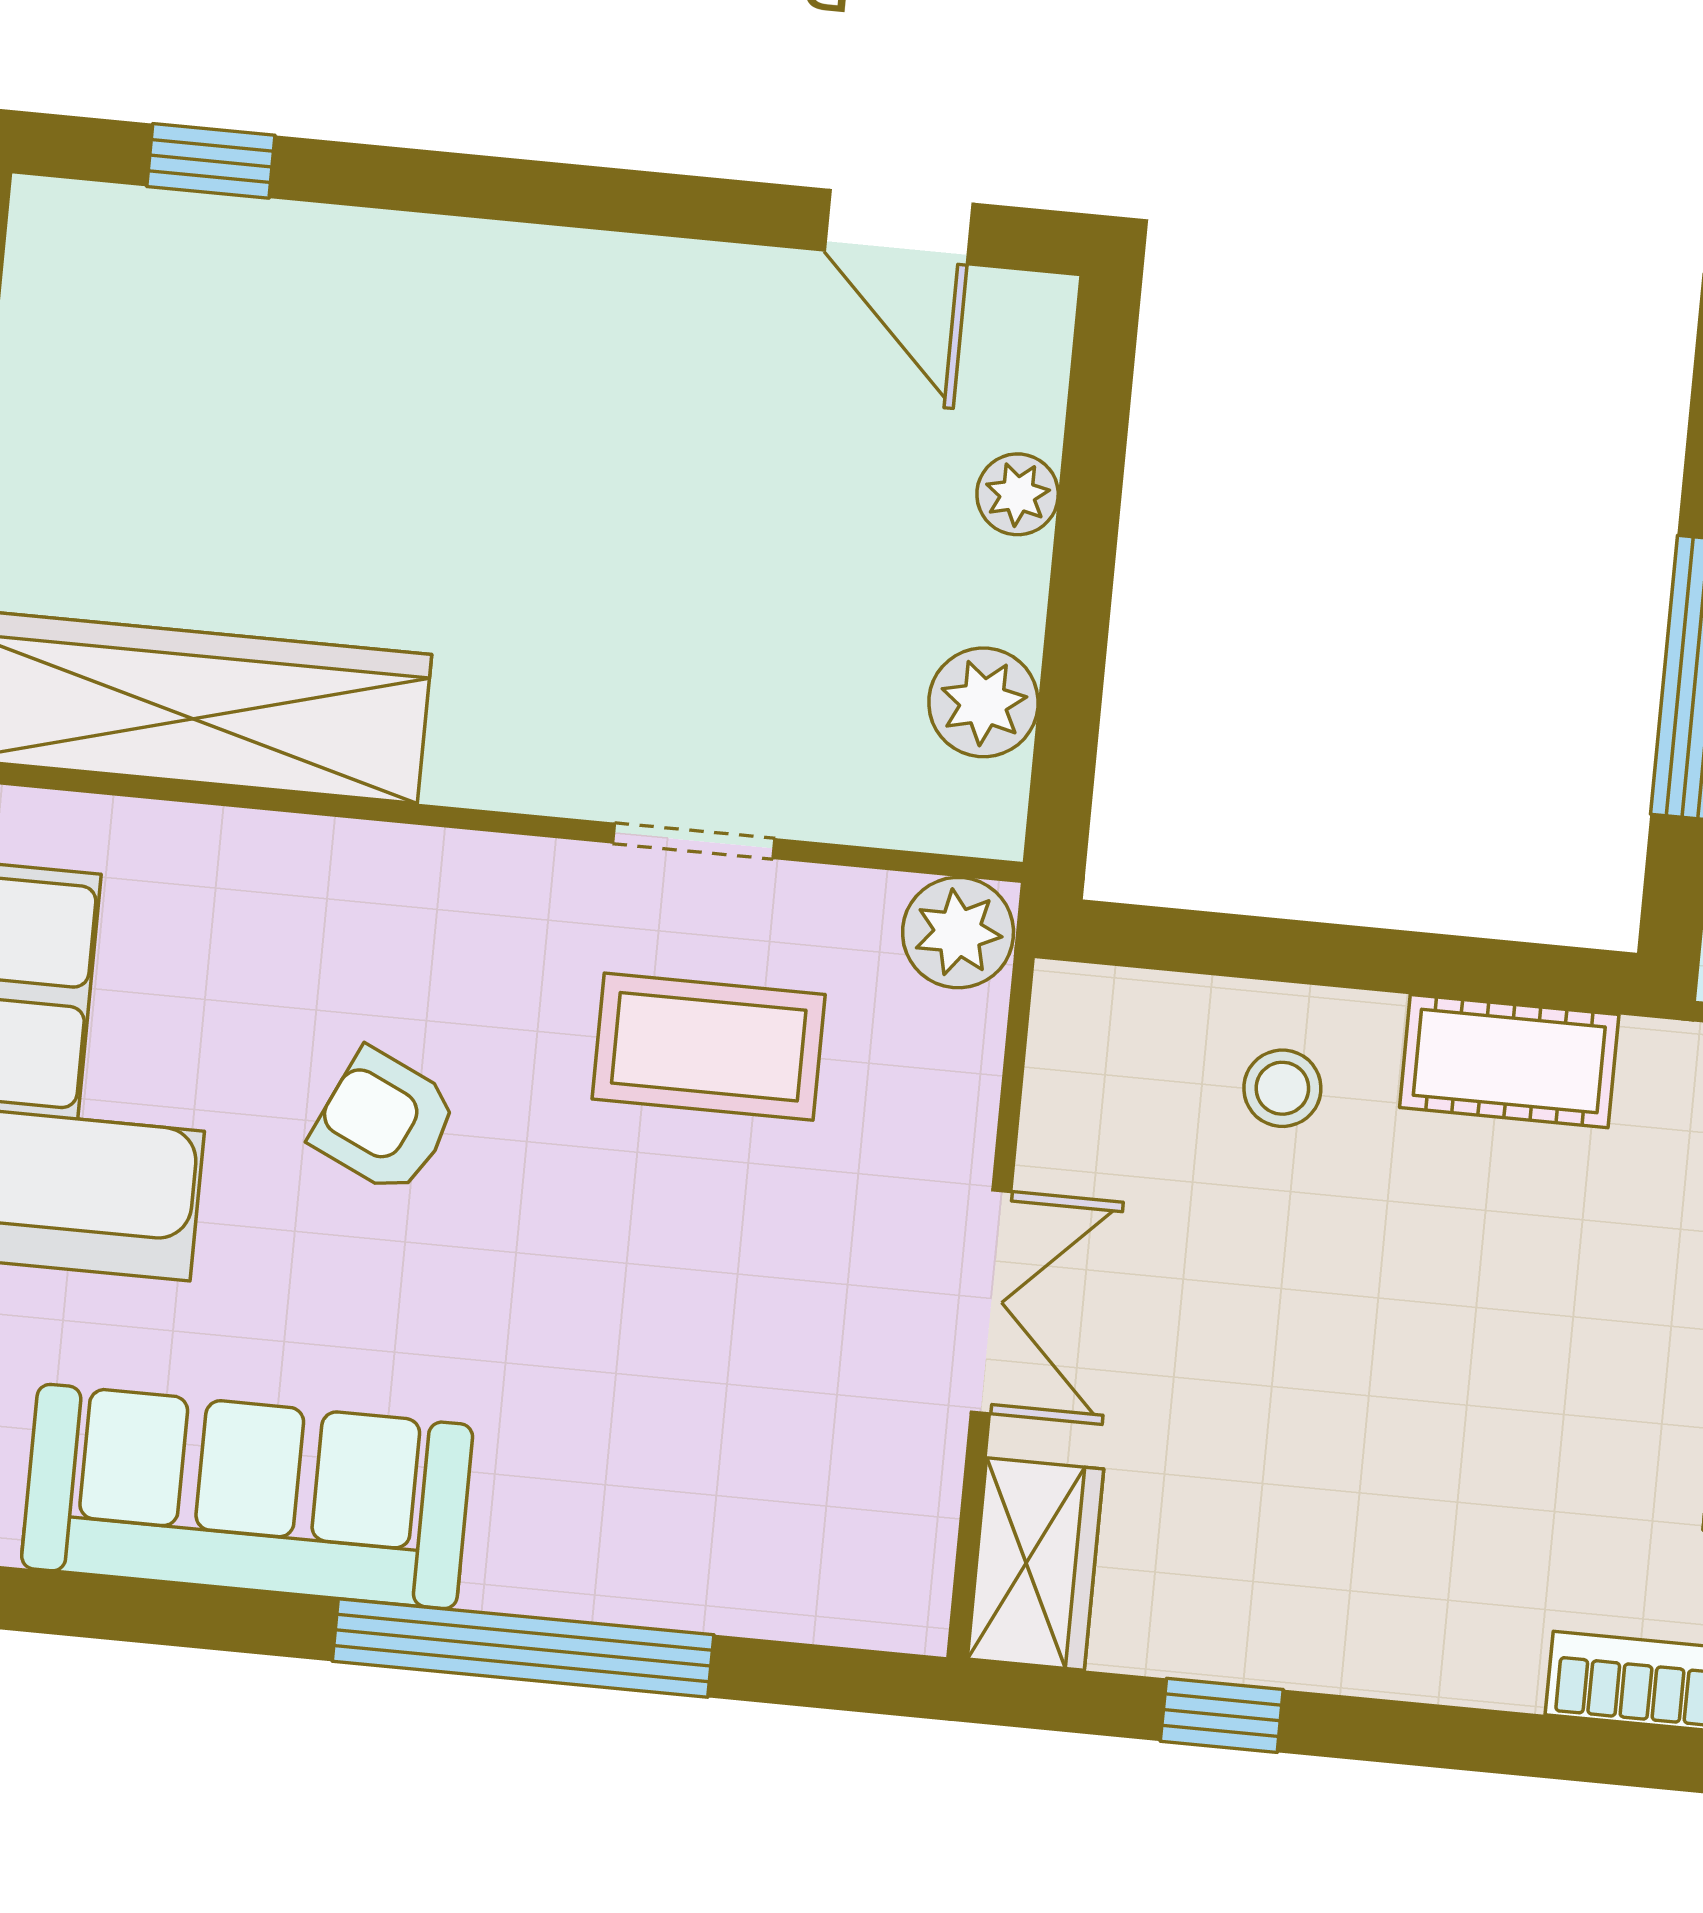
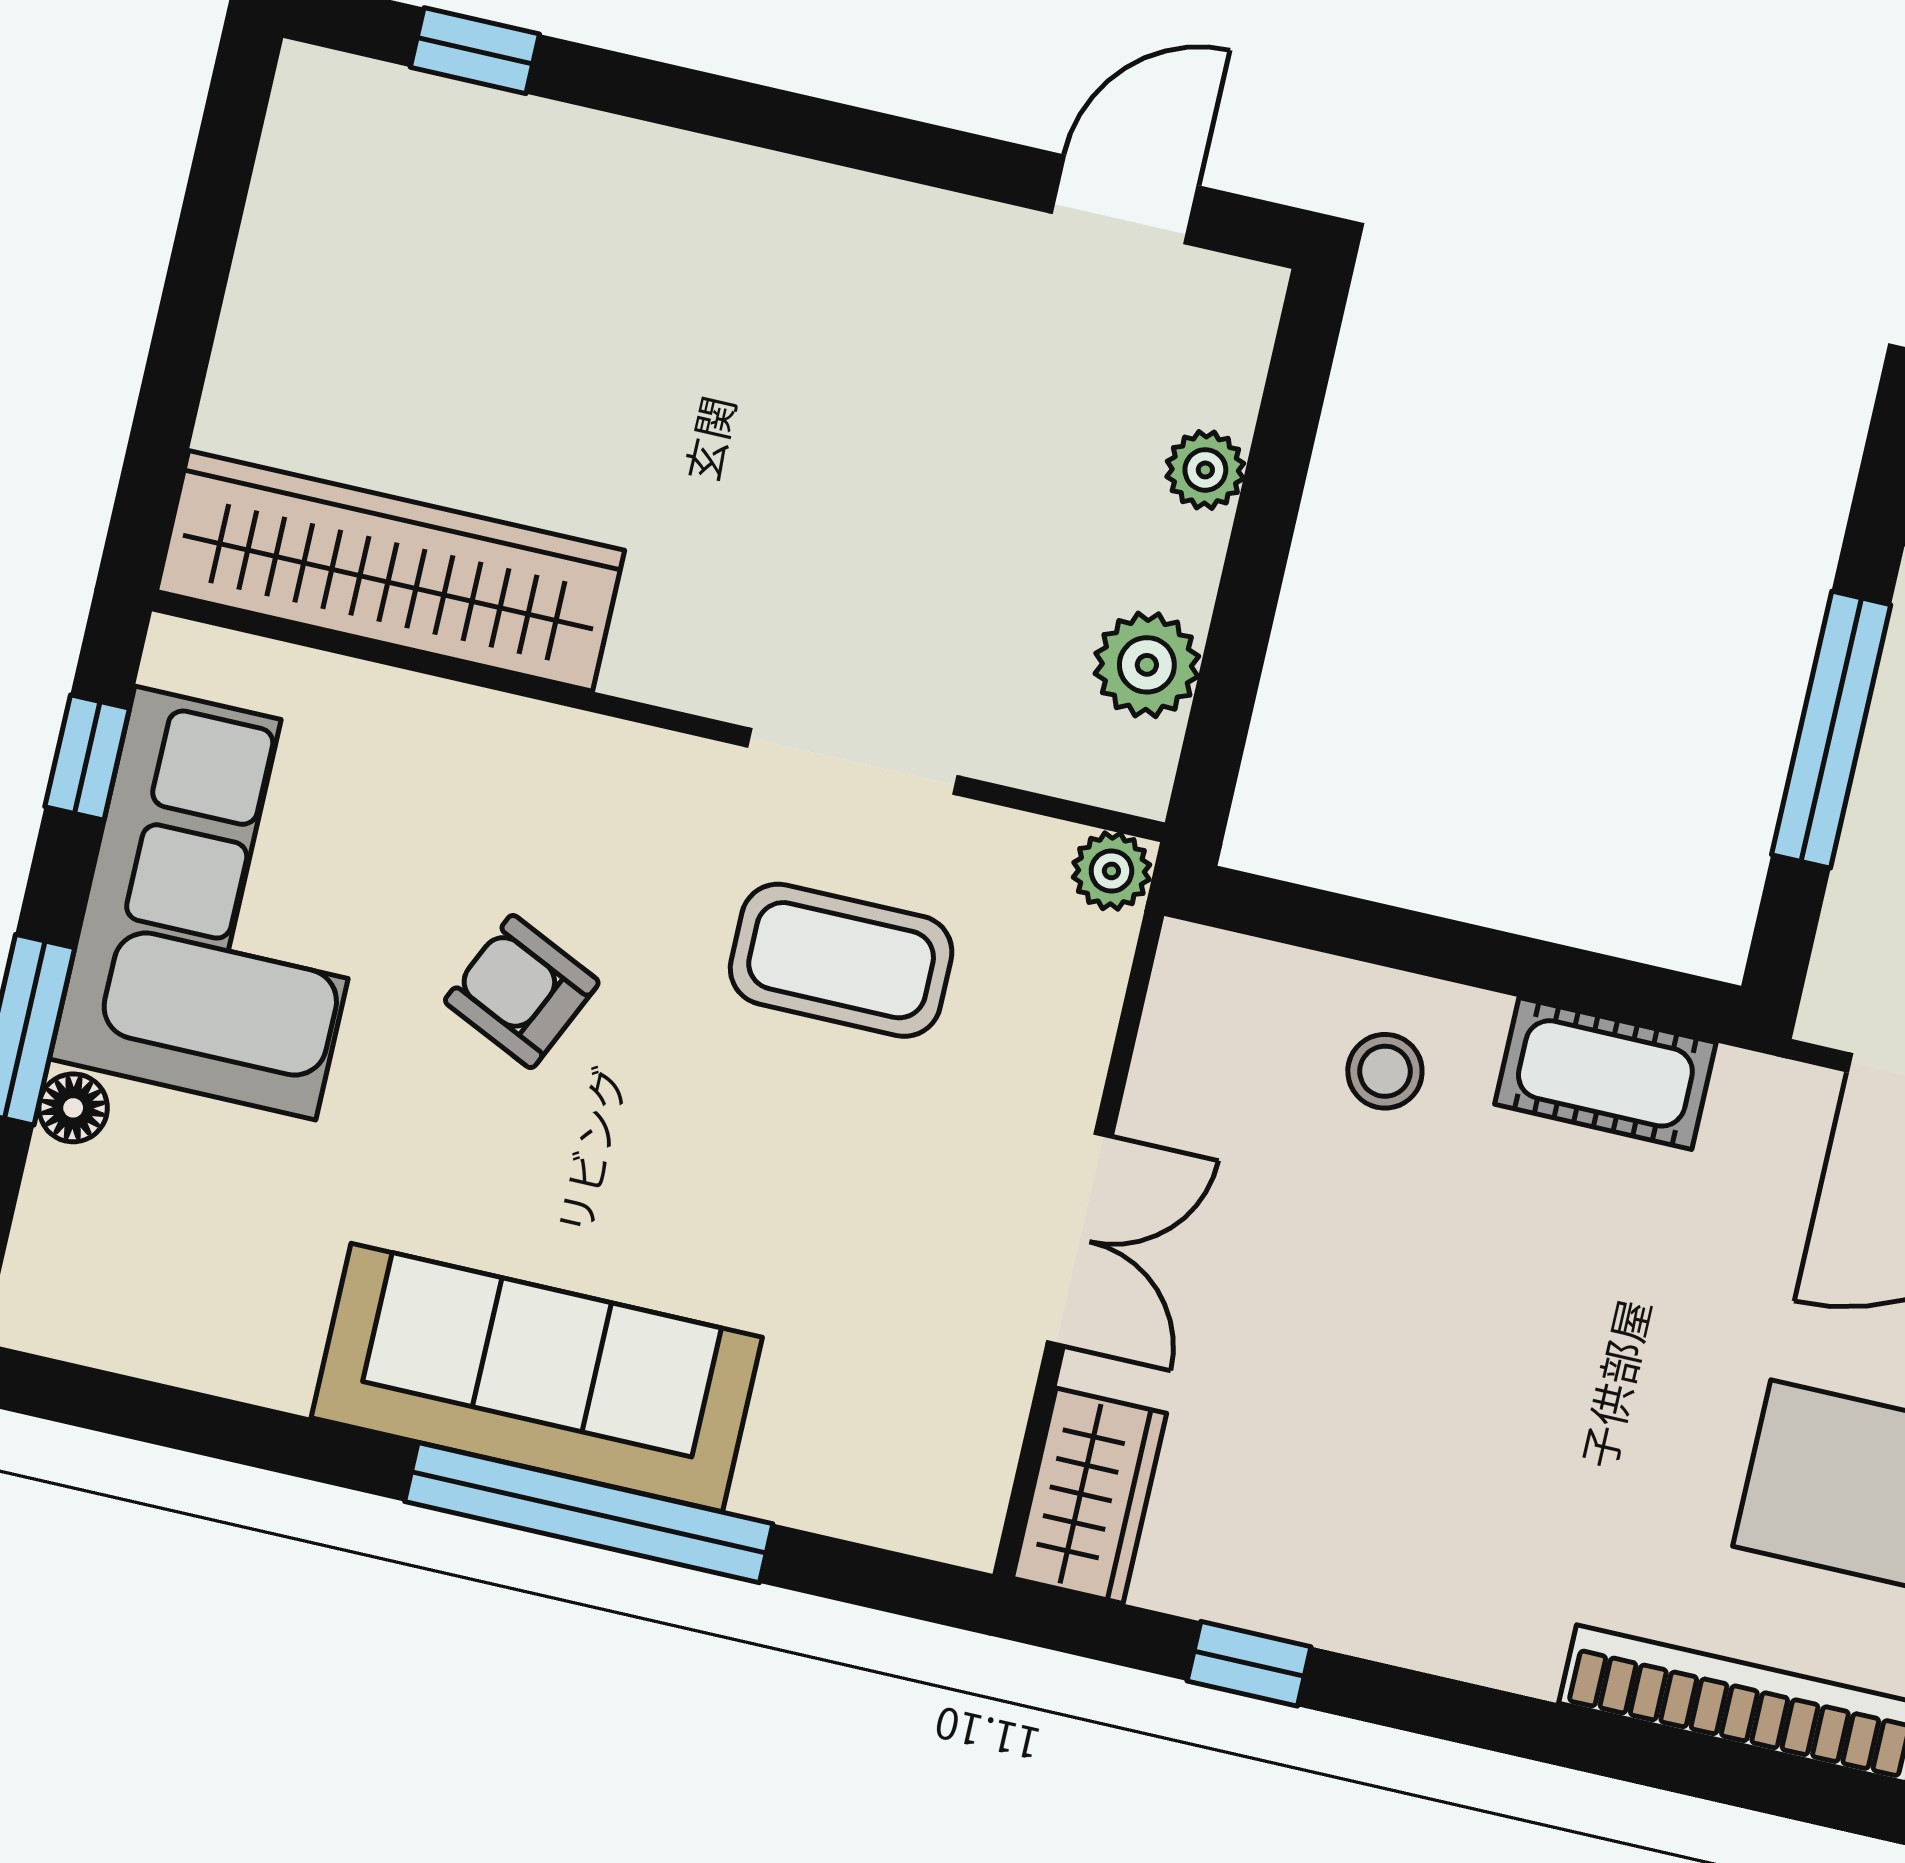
door: (899, 227) -> (1125, 199), swing flipped
doorway: (694, 841) -> (853, 761), width x1.38
plant: (958, 933) -> (1111, 871), width x0.73, depth x0.73
sofa: (247, 1496) -> (537, 1377), moved

